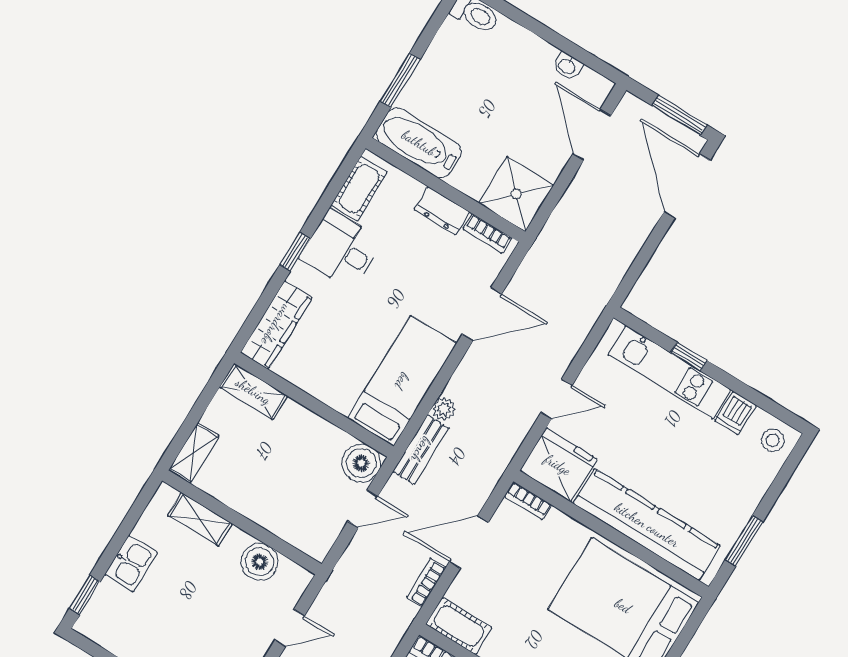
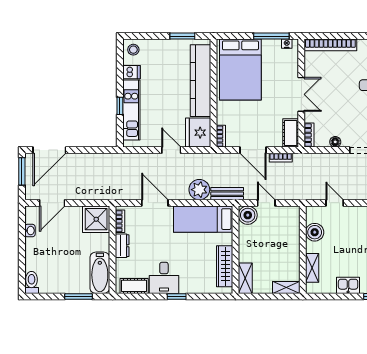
wardrobe: (276, 325) -> (225, 266), moved, turned -90
plant: (444, 409) -> (199, 190), width x1.87, depth x1.87

